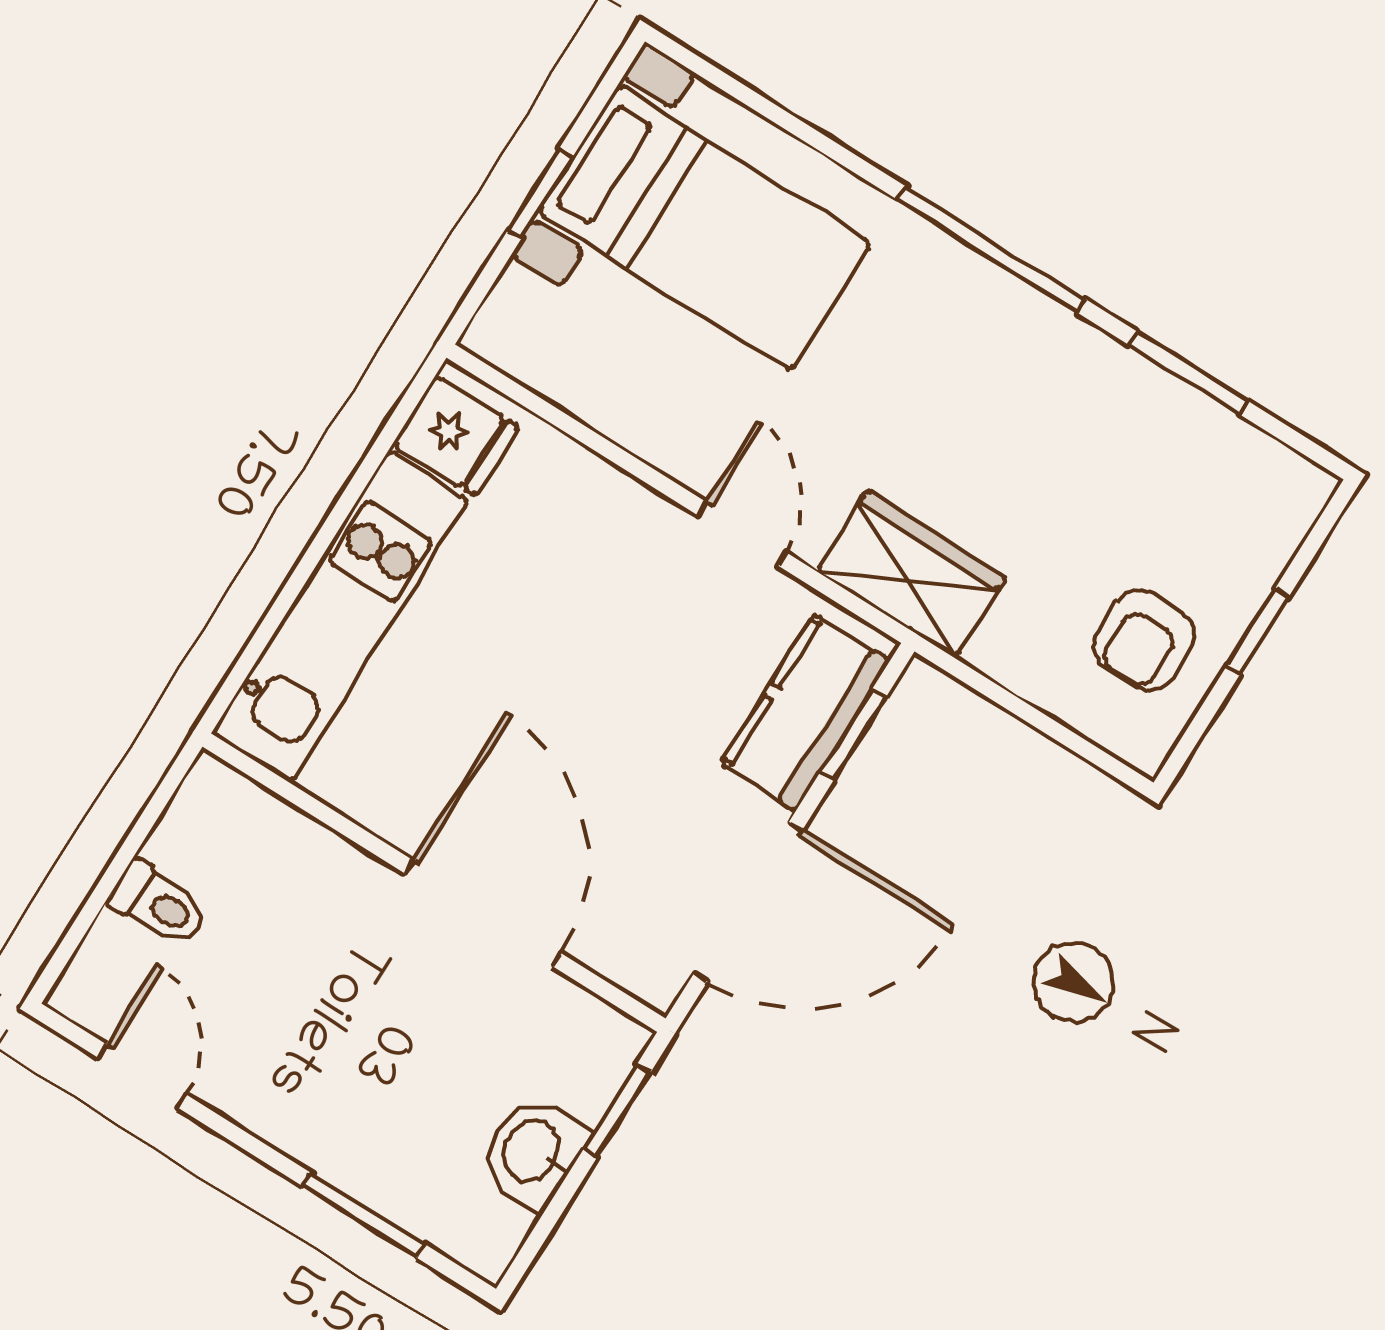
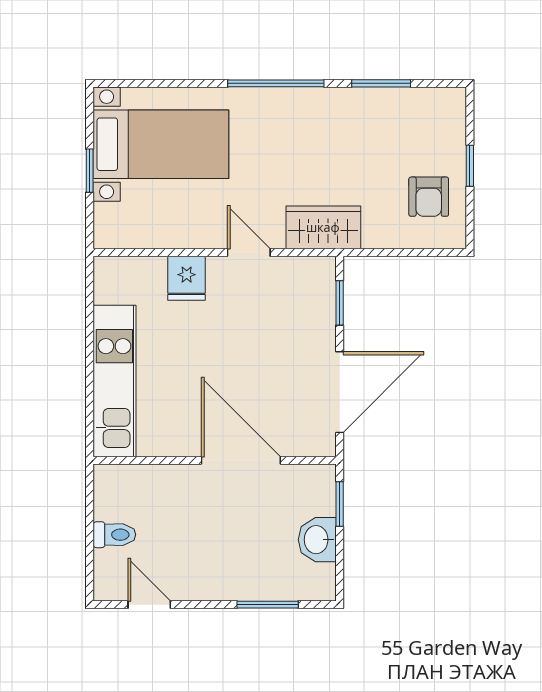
fridge: (456, 436) -> (187, 278), moved, turned 90
kitchen counter: (805, 712) -> (316, 306), removed

